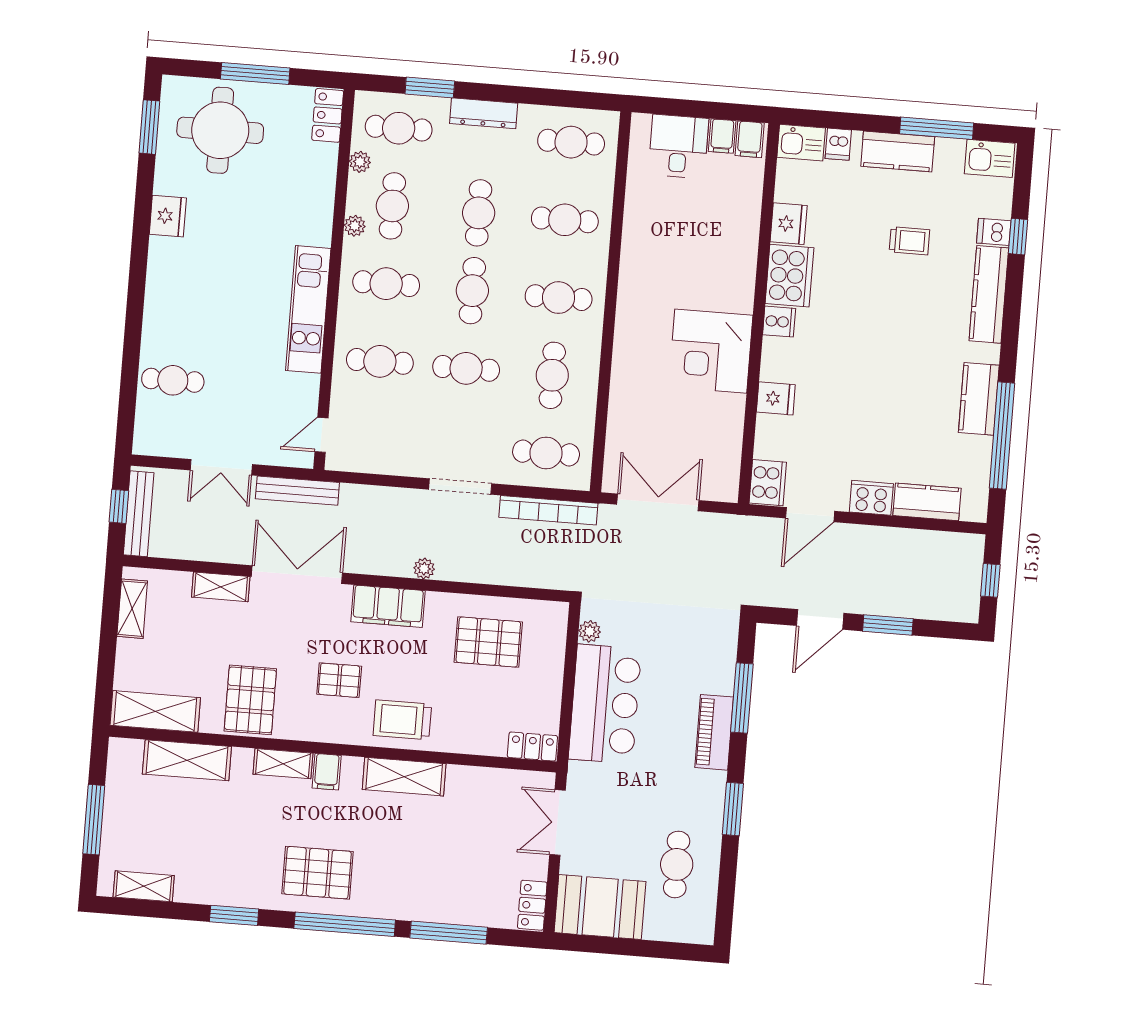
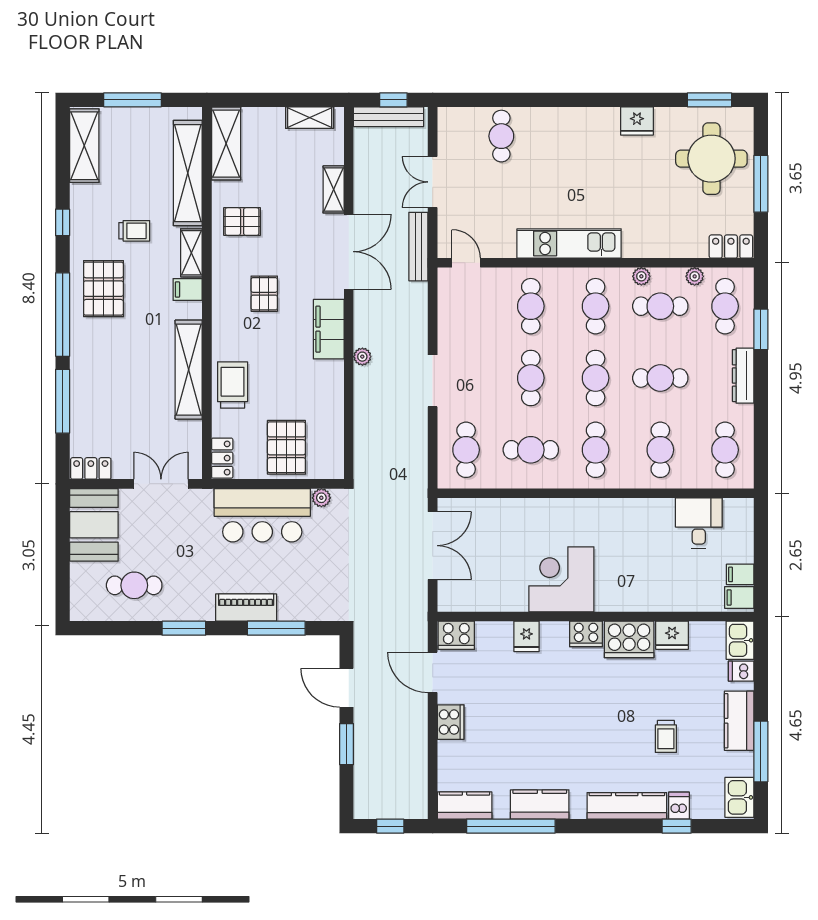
desk: (678, 146) -> (699, 523), moved, turned -90
cafe table: (472, 291) -> (596, 378), turned 90
cooker: (779, 322) -> (586, 634), width x1.36
kitchen counter: (927, 502) -> (465, 805), moved, turned -90
bookcase: (548, 510) -> (419, 456), removed
pallet: (488, 642) -> (286, 447), moved
pallet: (250, 700) -> (242, 222), width x0.67, depth x0.71
trolley: (402, 720) -> (233, 385), moved
shelving: (187, 760) -> (188, 173), width x1.47
shelving: (404, 777) -> (189, 370), width x1.47
trolley: (251, 830) -> (134, 231), added
shelving: (144, 886) -> (84, 146), width x1.50, depth x1.33
window: (234, 915) -> (63, 222), width x0.67

